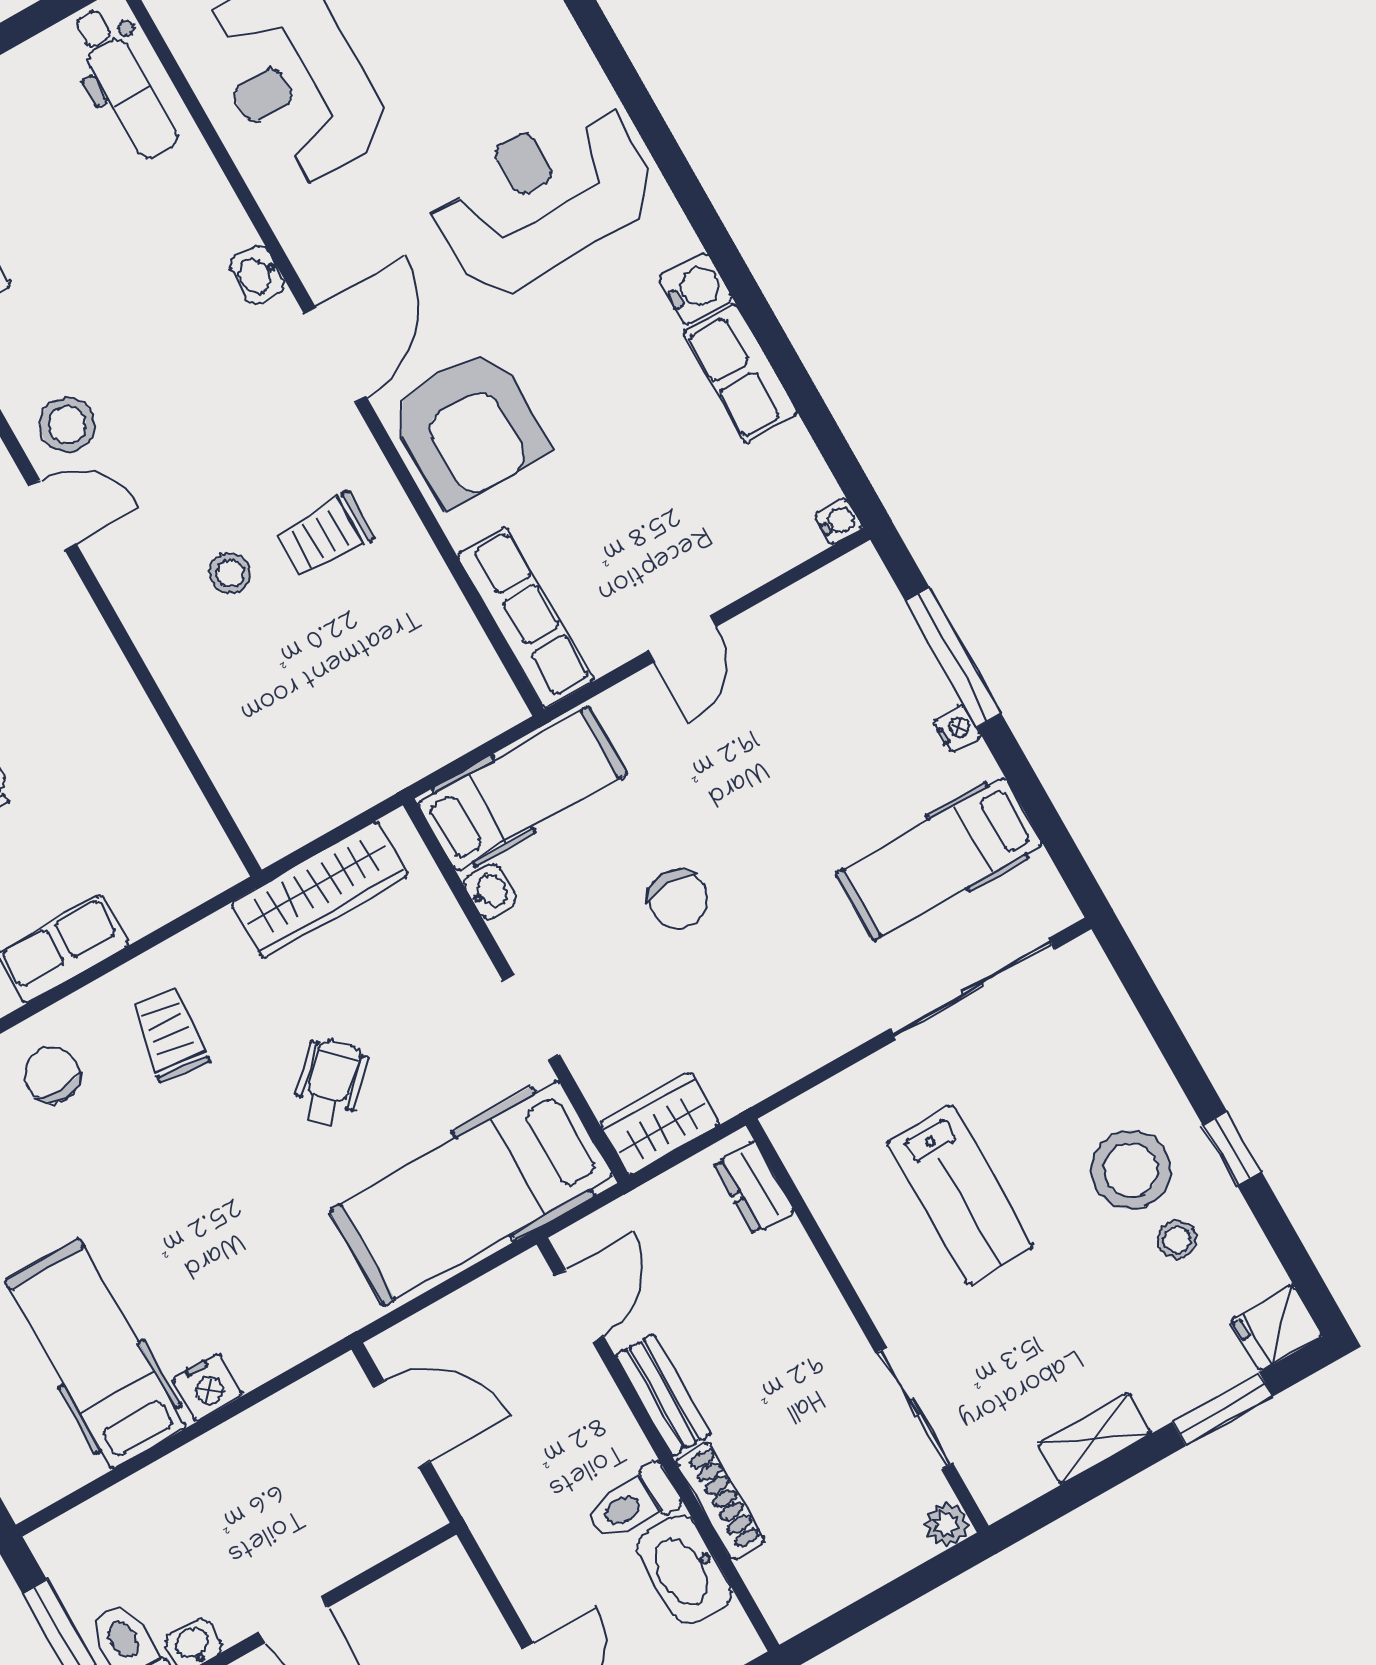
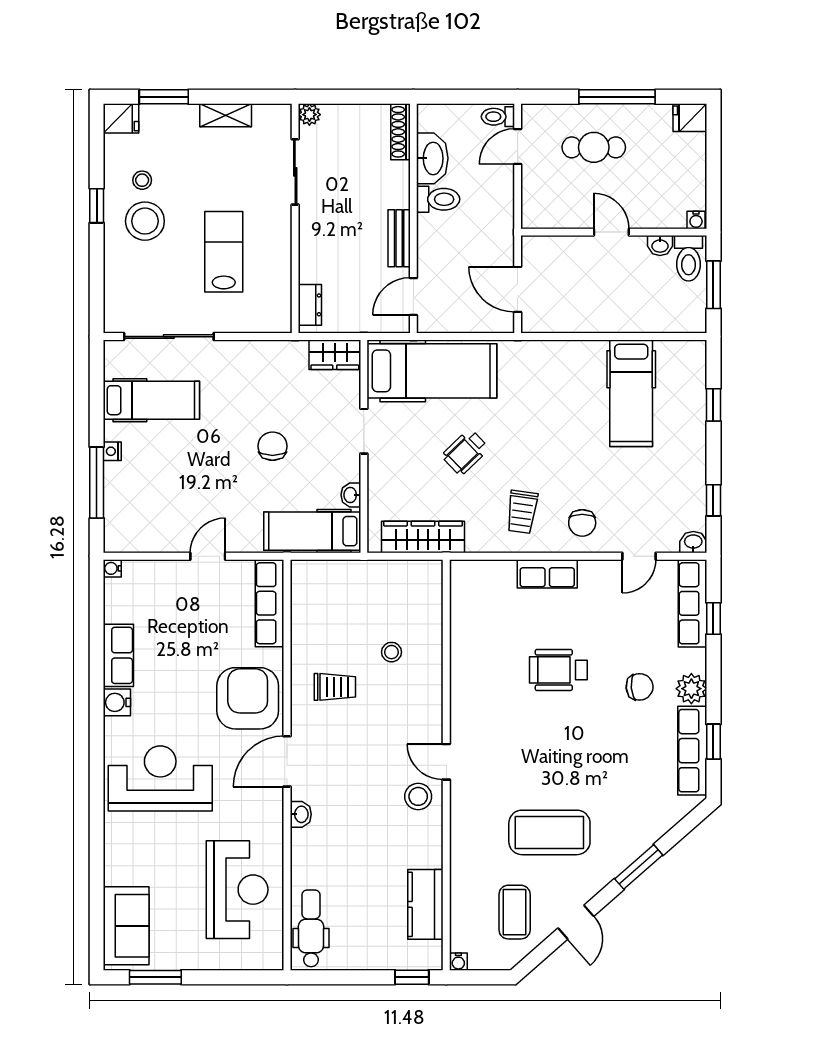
reception desk: (543, 197) -> (160, 778), turned 180
stool: (230, 573) -> (391, 652), moved
nightstand: (207, 1387) -> (592, 352), removed
shoe rack: (720, 1501) -> (400, 132), moved

